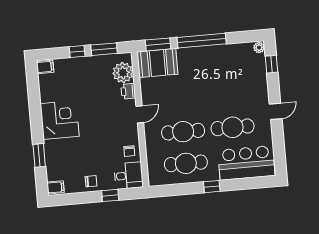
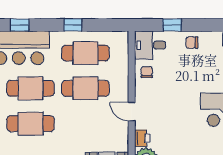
cafe table: (230, 96) -> (31, 124), added
door: (140, 114) -> (132, 112), hinge flipped
window: (247, 183) -> (20, 25), added
window: (212, 187) -> (73, 25), moved

